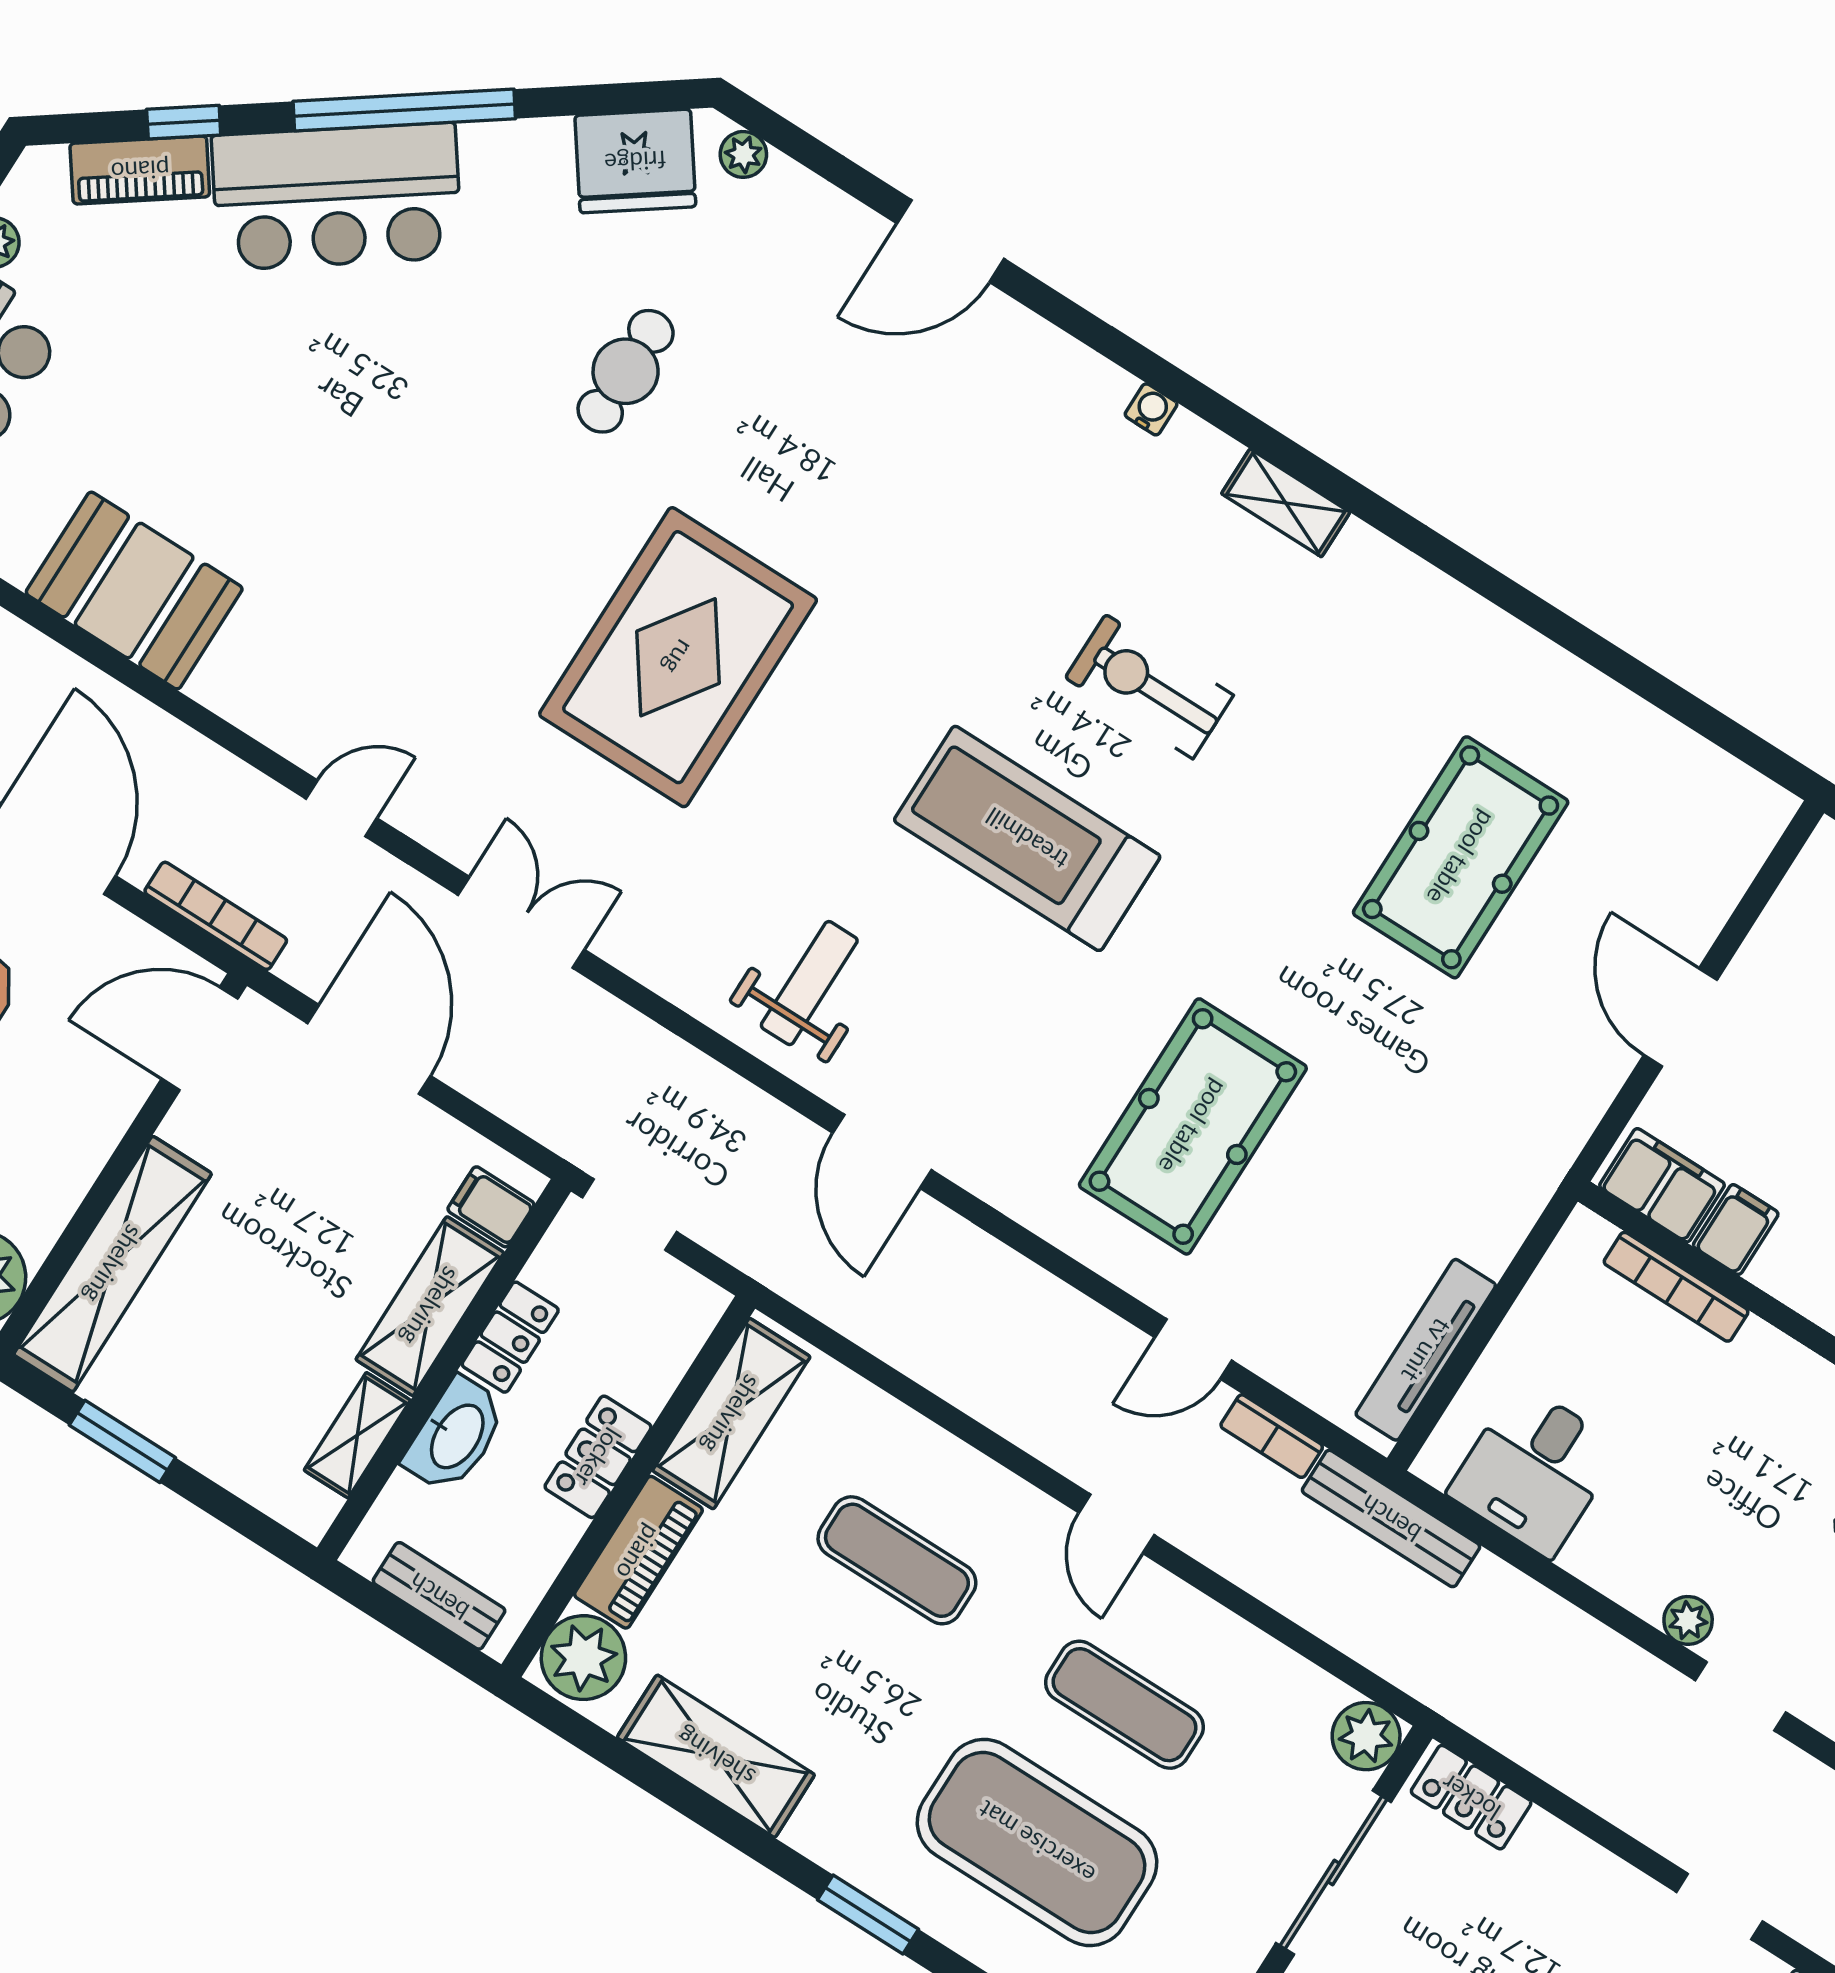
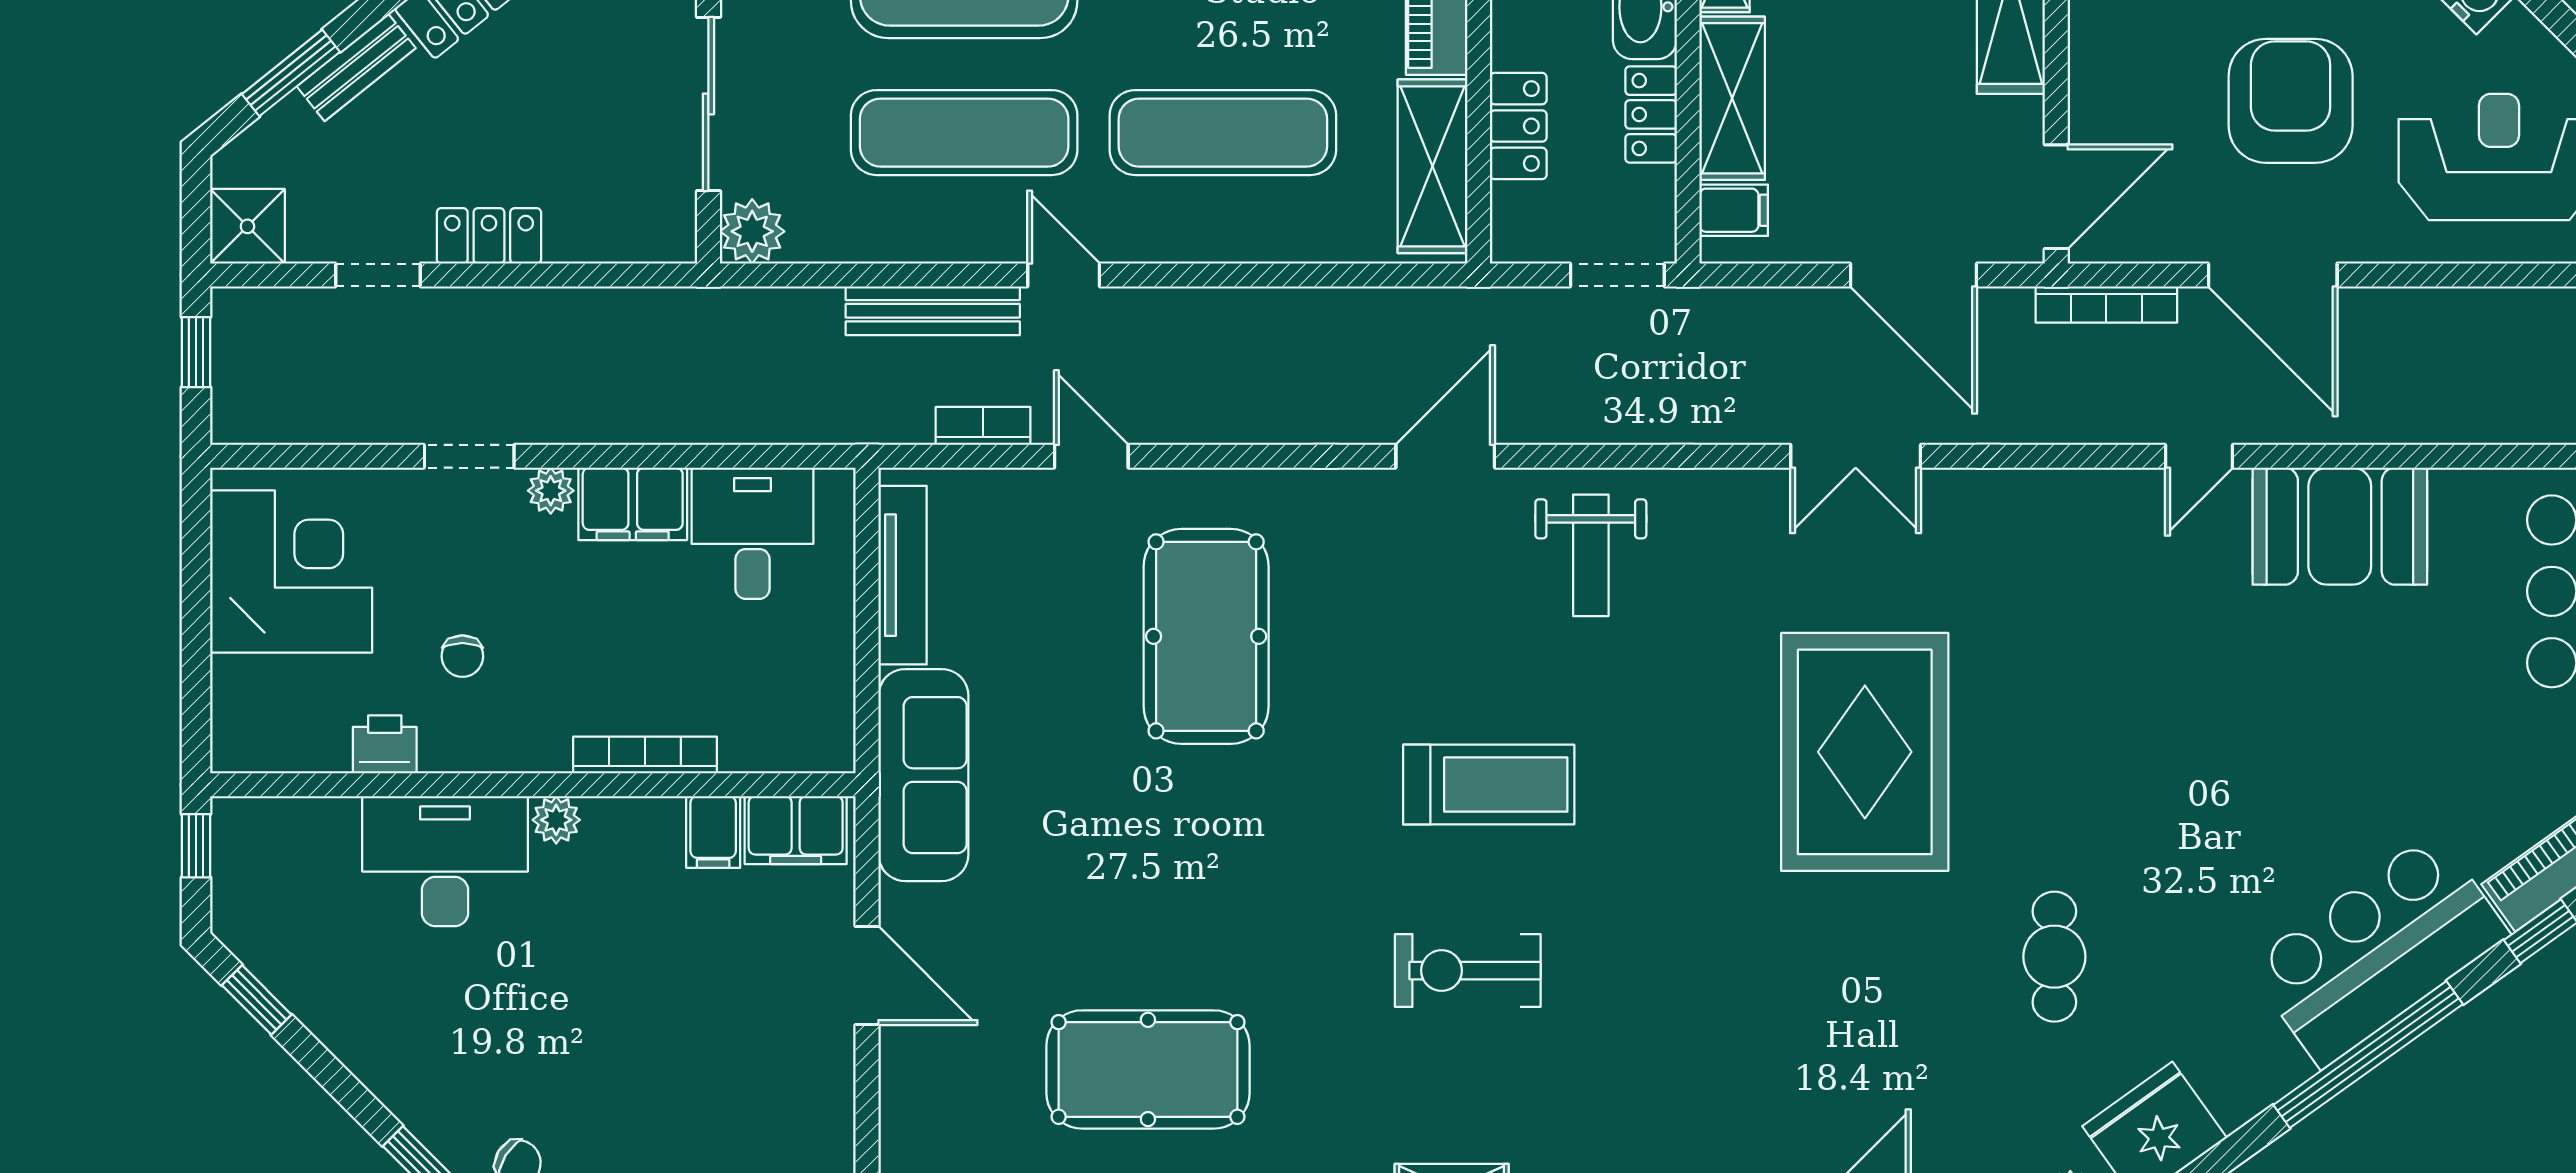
exercise bike: (1149, 687) -> (1468, 971), turned 180
door: (341, 808) -> (2199, 456), moved
treadmill: (1027, 838) -> (1489, 785), width x0.73, depth x0.73
pool table: (1461, 857) -> (1148, 1069), moved, turned 90
door: (882, 1151) -> (1445, 456), hinge flipped
sofa: (1519, 1162) -> (923, 775), added
bookcase: (1676, 1287) -> (645, 755), moved
door: (1193, 1349) -> (1091, 456), hinge flipped
locker: (598, 1457) -> (1518, 126), moved
bench: (1391, 1518) -> (933, 311), moved
exercise mat: (897, 1560) -> (1223, 133), width x1.36, depth x1.45
filing cabinet: (1623, 1563) -> (633, 504), added
exercise mat: (1124, 1705) -> (964, 133), width x1.36, depth x1.45
locker: (1471, 1797) -> (489, 236), moved

